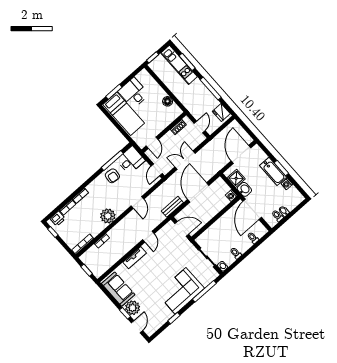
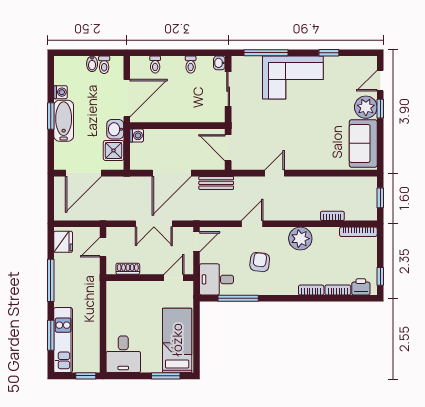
desk: (134, 93) -> (123, 354), moved
floor lamp: (168, 101) -> (114, 310), removed
armchair: (112, 176) -> (260, 262), moved
tv unit: (135, 258) -> (312, 163), removed

